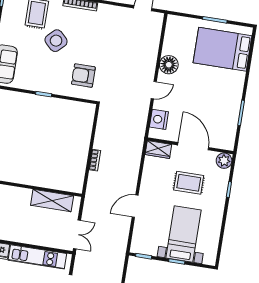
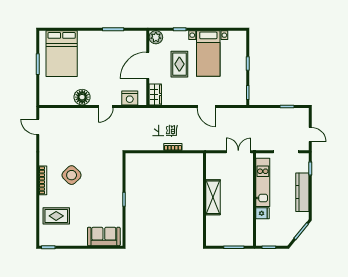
side table: (56, 41) -> (72, 175), moved
armchair: (83, 76) -> (103, 168), removed
door: (154, 90) -> (106, 106), swing flipped
shelving: (52, 201) -> (213, 197), moved
bed with nightstands: (184, 234) -> (208, 53), moved, turned -90

